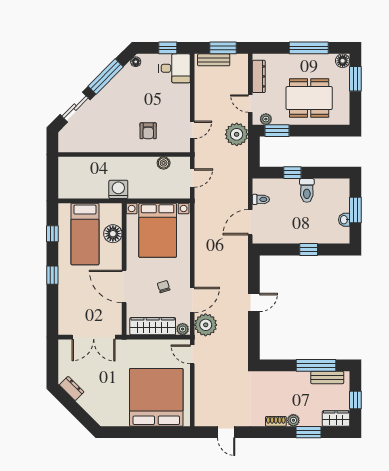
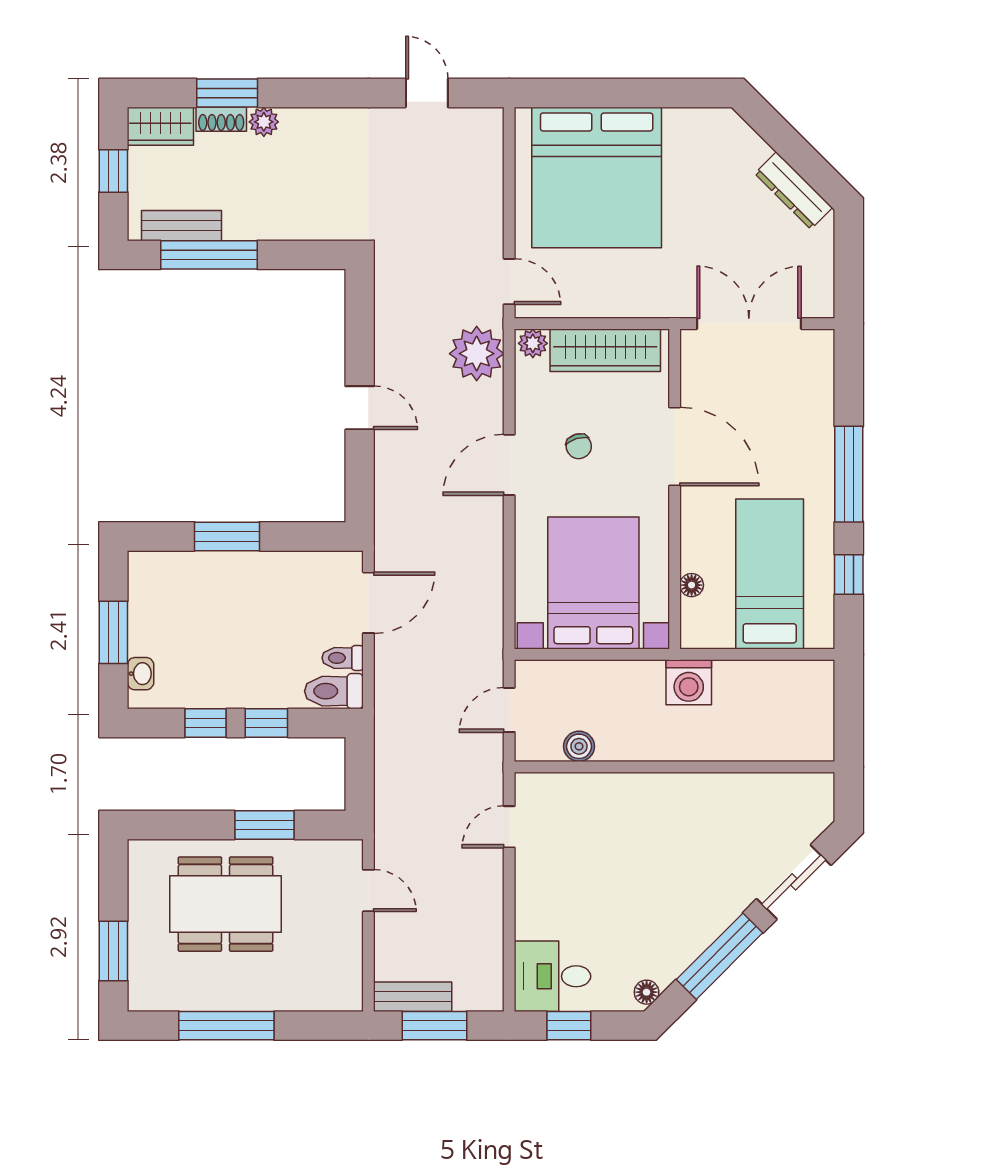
bench: (214, 60) -> (413, 997), moved
floor lamp: (343, 61) -> (144, 994), removed
dresser: (259, 76) -> (348, 956), removed
plant: (266, 119) -> (331, 853), removed
armchair: (148, 131) -> (616, 825), removed
window: (277, 131) -> (265, 825), moved
plant: (237, 134) -> (402, 816), removed
window: (317, 173) -> (206, 723), added
toilet: (307, 190) -> (334, 691), moved, turned -90
washbasin: (344, 220) -> (141, 674), moved
floor lamp: (113, 234) -> (692, 585), width x0.53, depth x0.53
window: (309, 249) -> (227, 536), width x1.50
window: (52, 275) -> (849, 474), width x2.17
door: (192, 300) -> (509, 465), moved
door: (254, 302) -> (360, 408), swing flipped
dresser: (72, 388) -> (794, 191), width x1.44
shoe rack: (276, 421) -> (221, 119), moved

